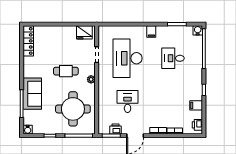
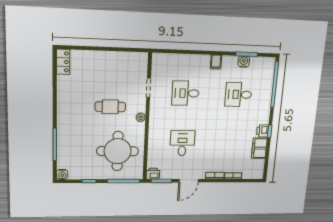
water cooler: (198, 30) -> (244, 62), moved
fridge: (84, 32) -> (135, 60), removed
locker: (28, 41) -> (63, 62), width x0.66
desk: (128, 58) -> (186, 93), width x0.53, depth x0.77
sofa: (32, 94) -> (68, 133), removed
filing cabinet: (196, 105) -> (259, 148), width x2.00
printer: (197, 125) -> (262, 131), moved
printer: (115, 129) -> (153, 174), moved

